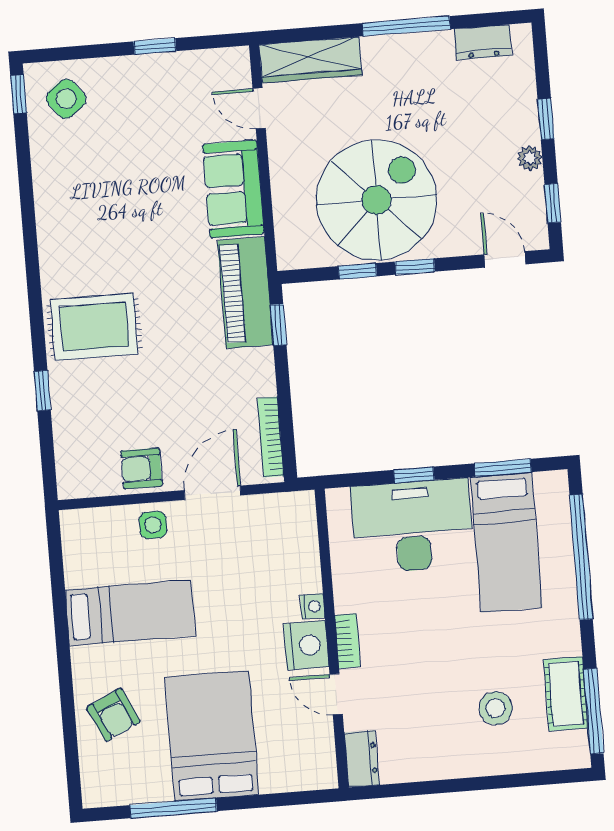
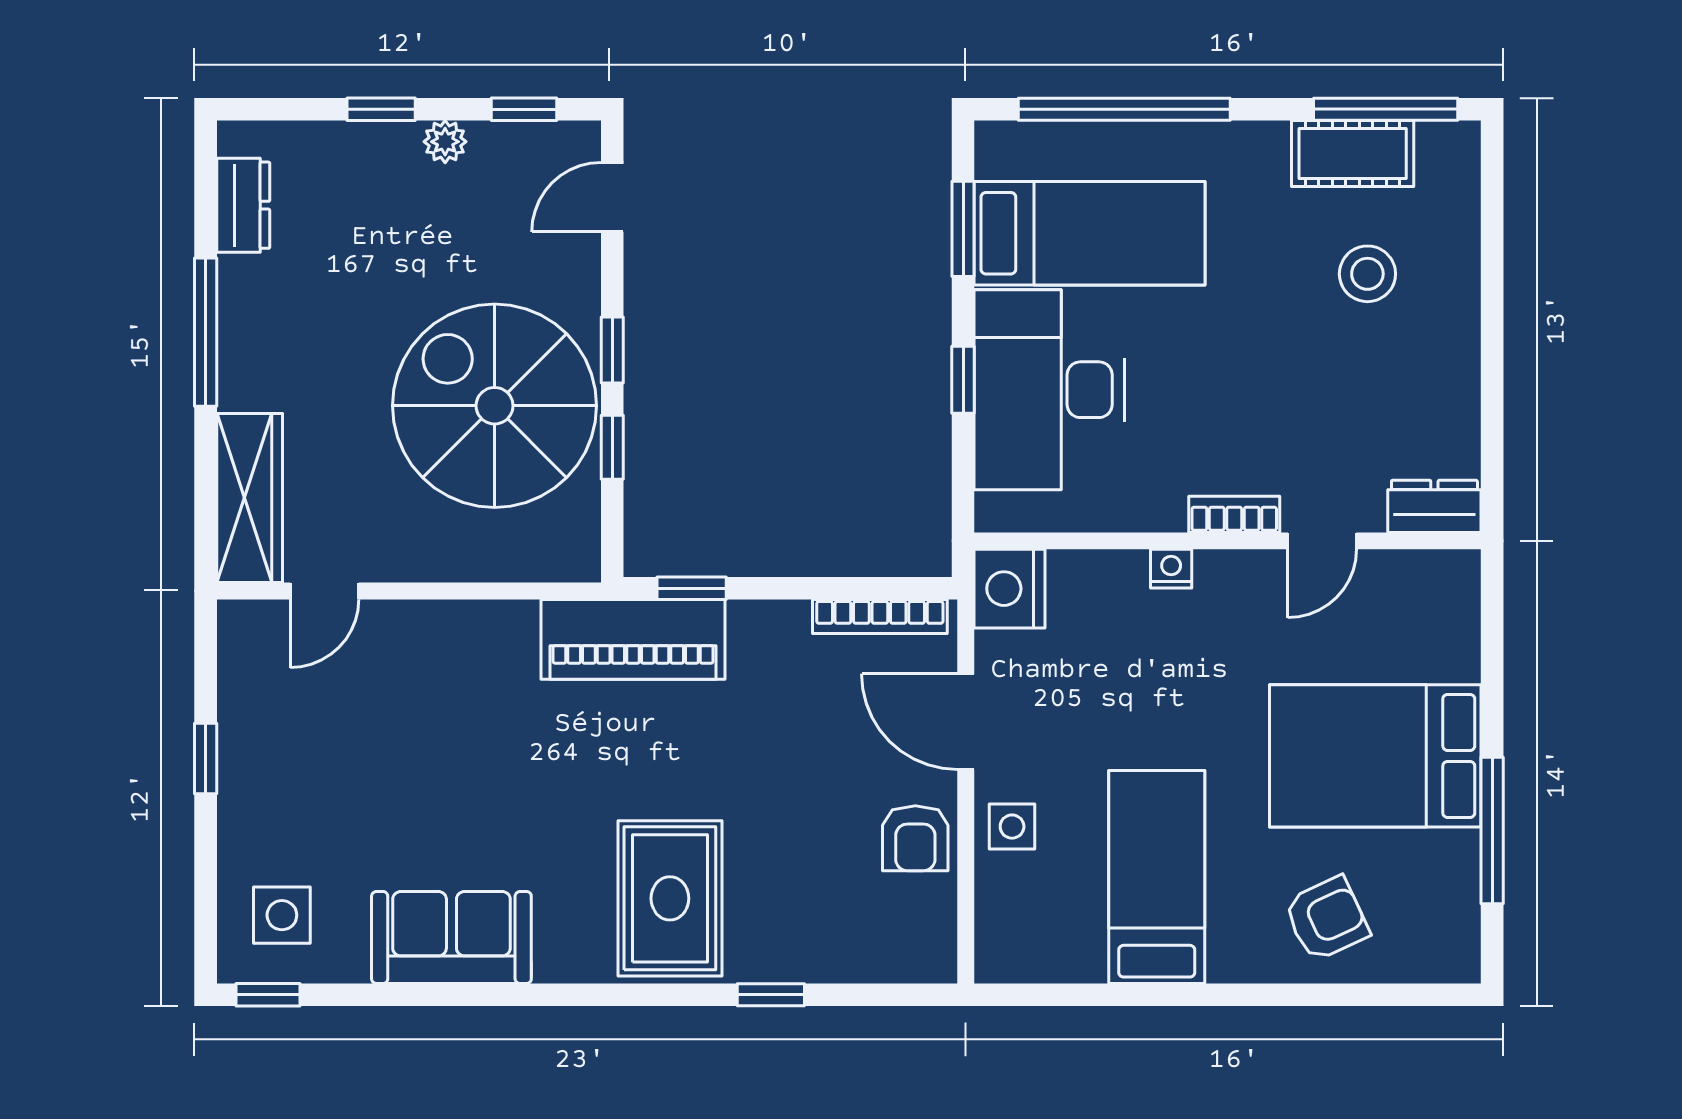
side table: (66, 99) -> (282, 915), turned 38
sofa: (233, 189) -> (451, 938), moved, turned 180
nightstand: (306, 645) -> (1010, 589), moved, turned -90

